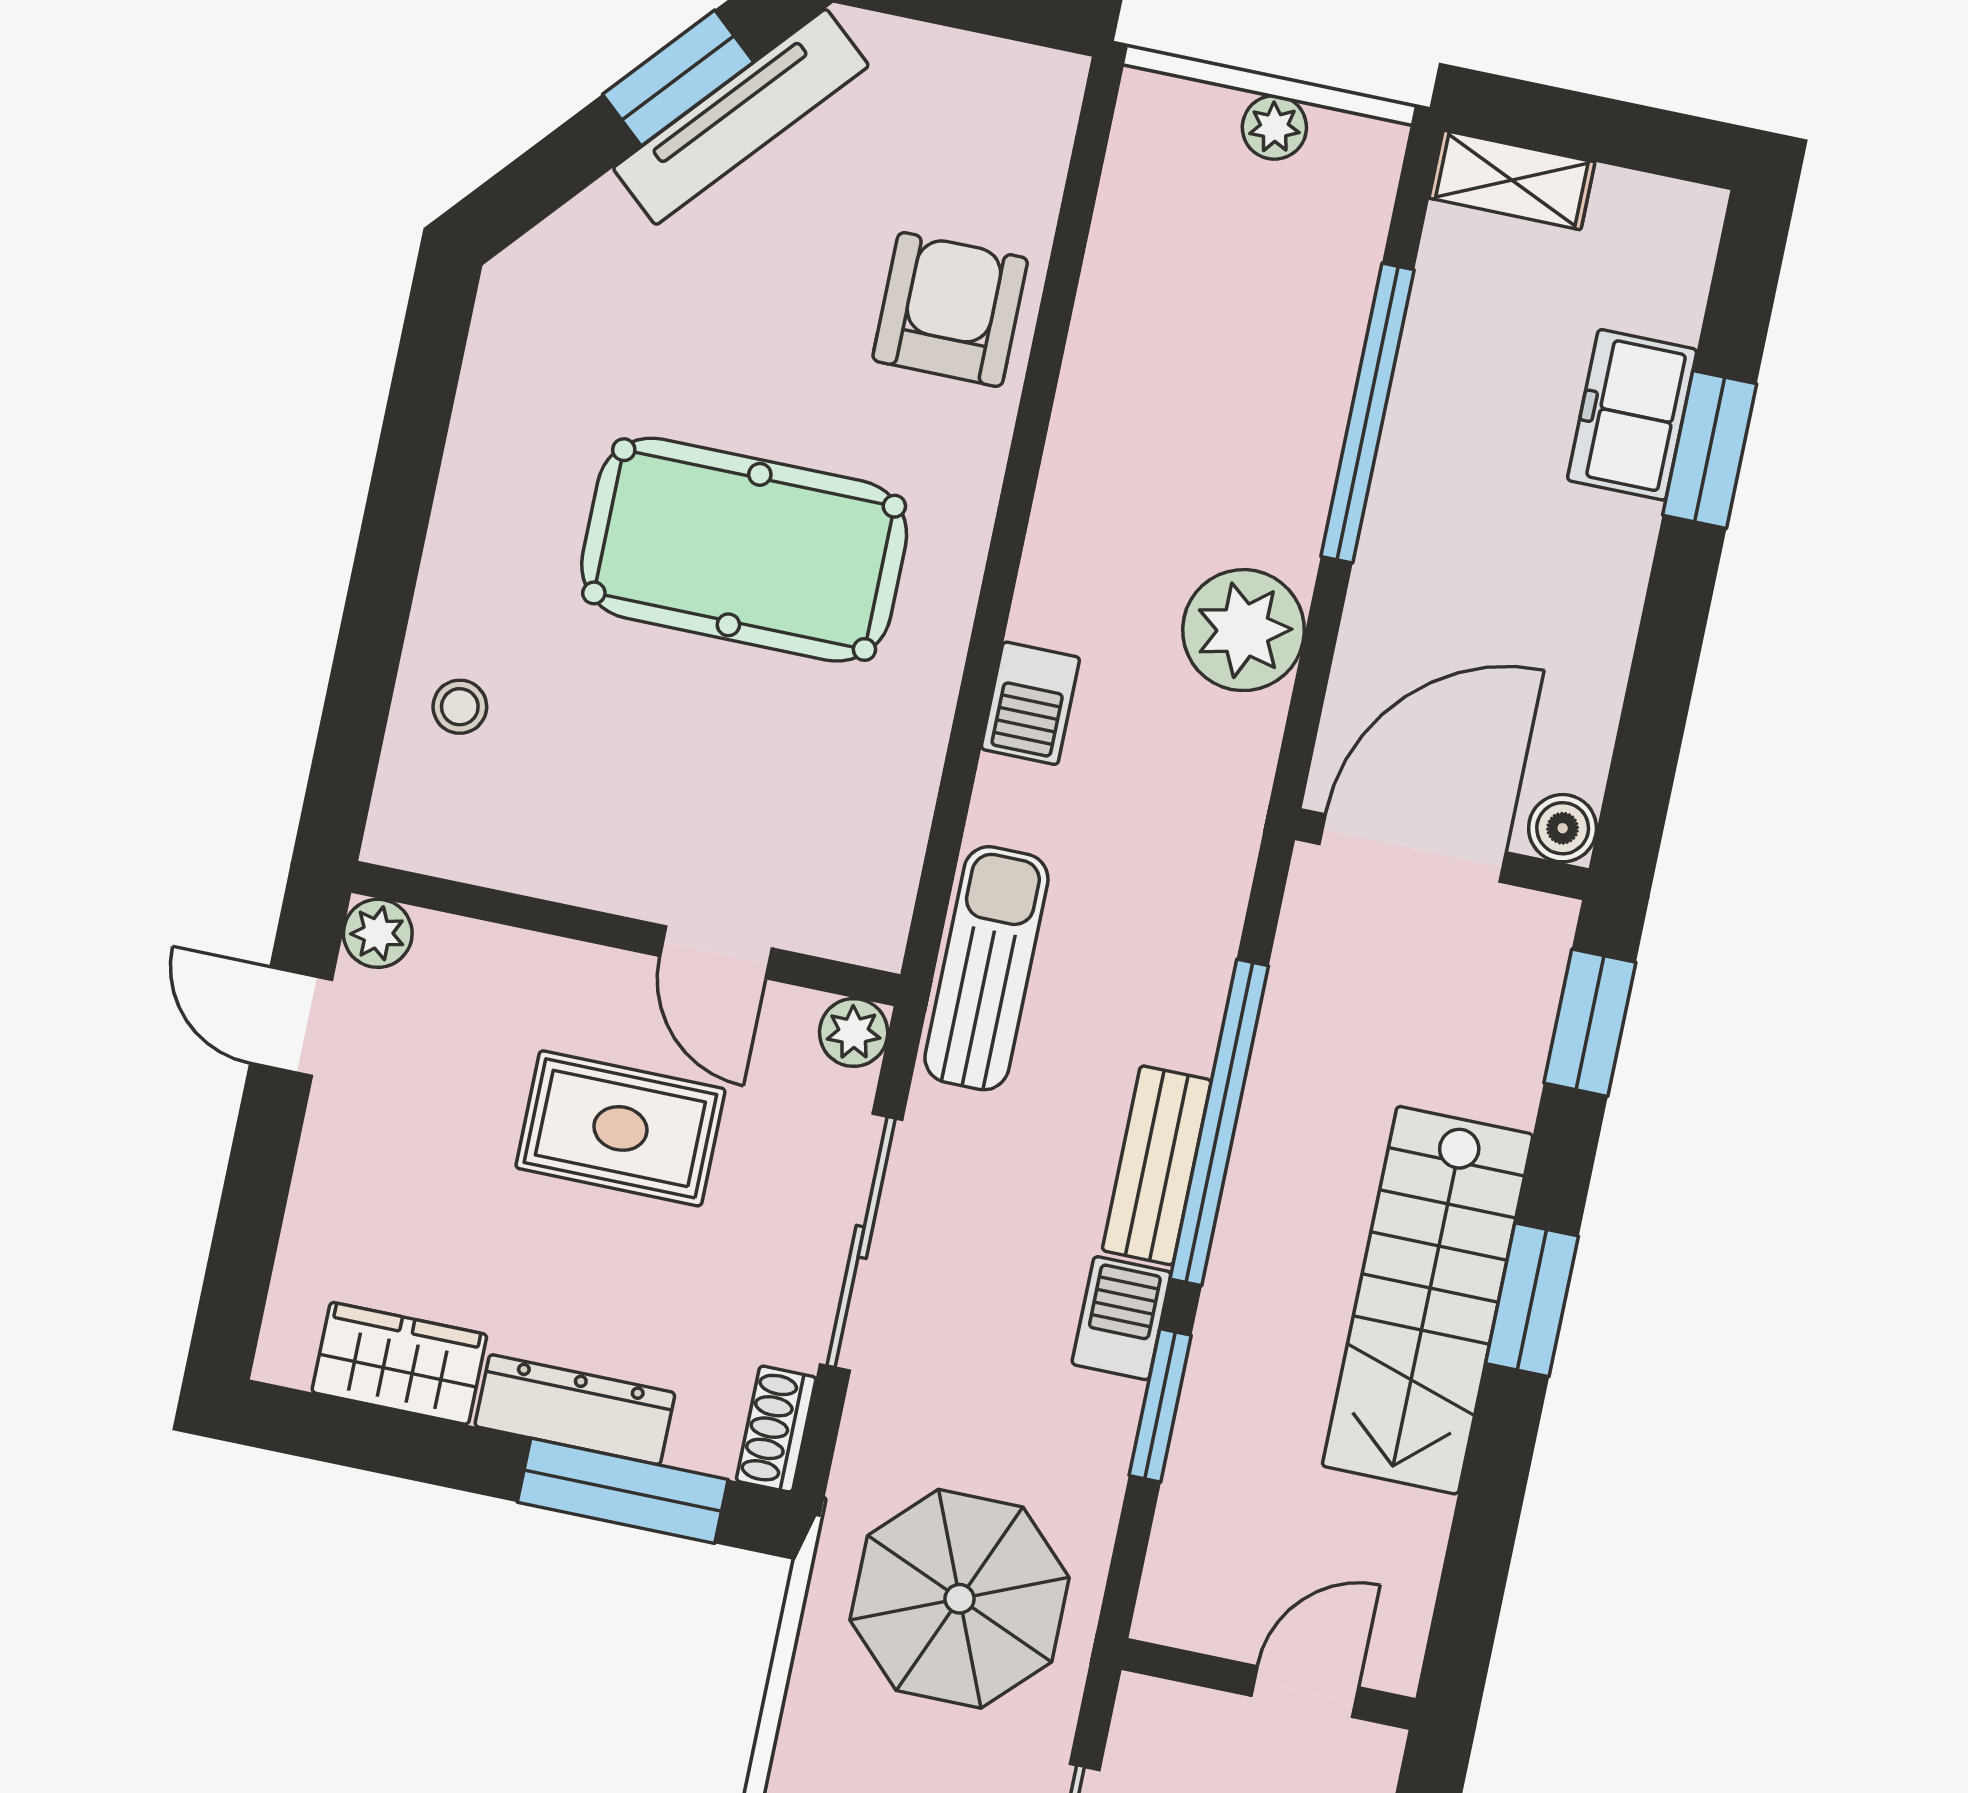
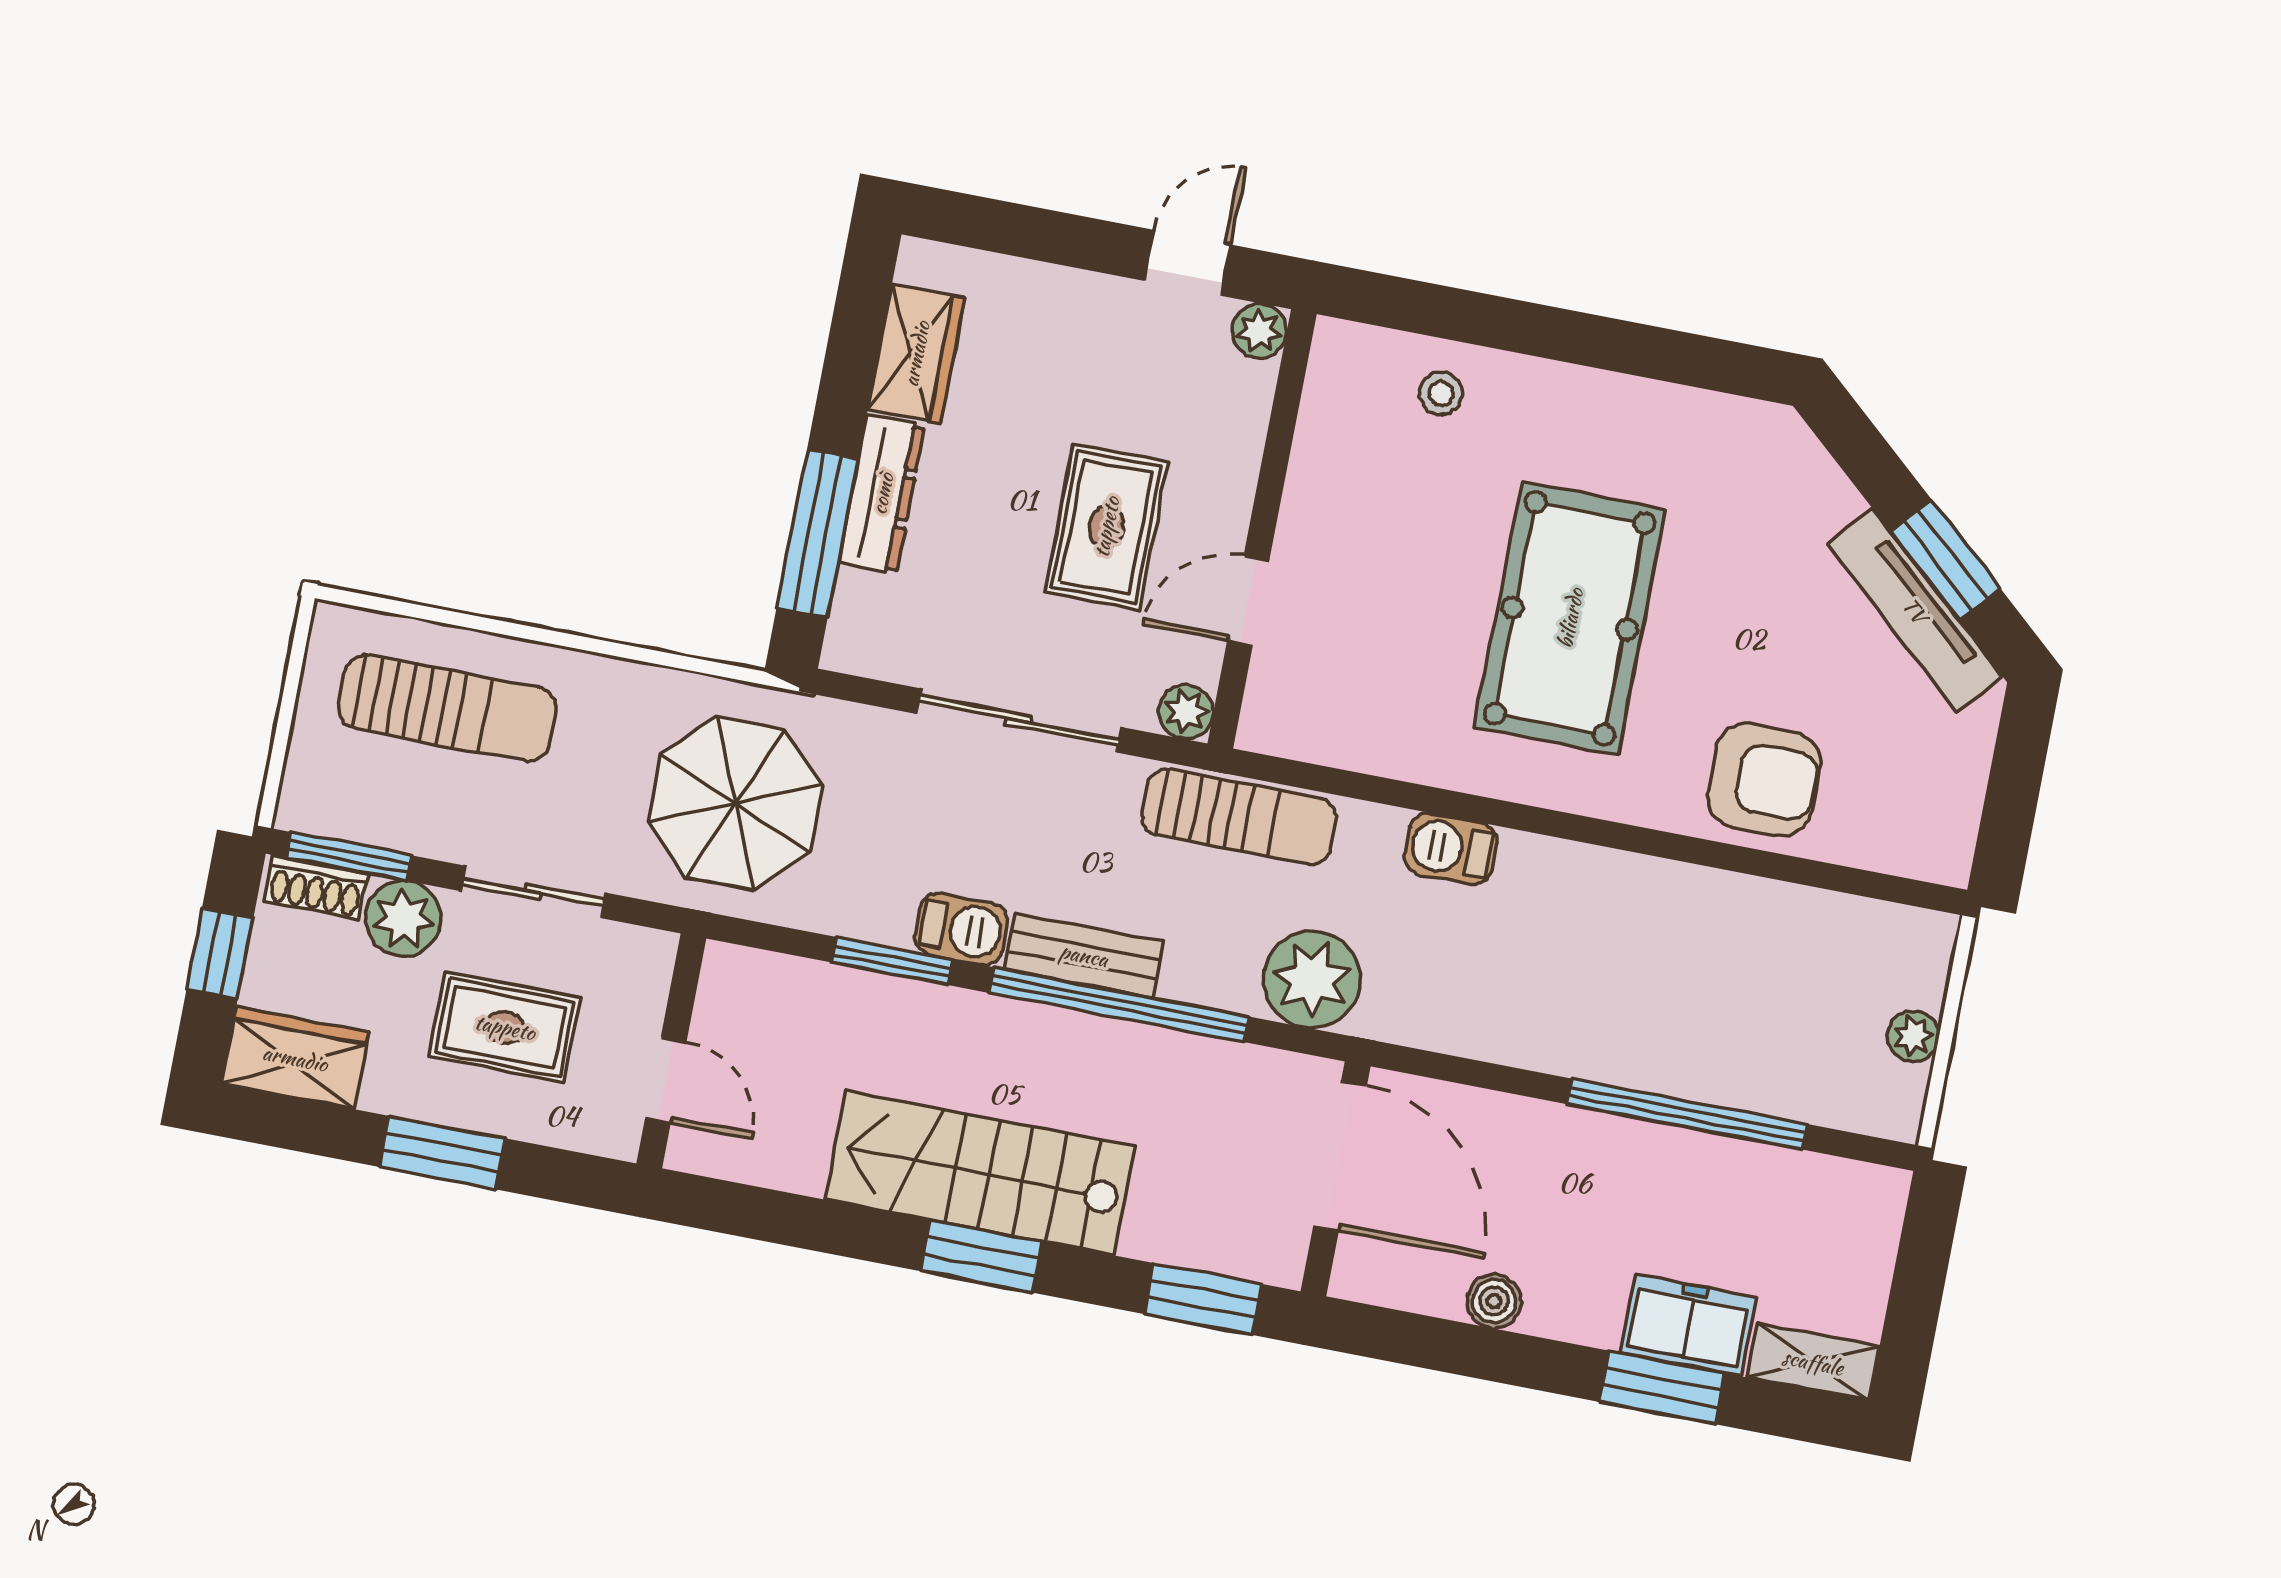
shelving: (1512, 180) -> (1813, 1362), moved, turned 90
plant: (1243, 630) -> (1312, 979), moved
boiler: (1563, 828) -> (1494, 1301), moved
shoe rack: (776, 1429) -> (869, 655), removed

